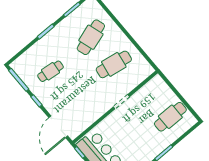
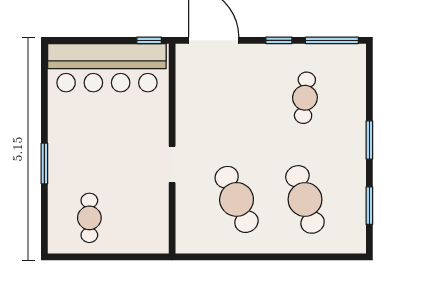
cafe table: (114, 64) -> (237, 199), turned -33
cafe table: (170, 117) -> (89, 218), width x0.73, depth x0.74

